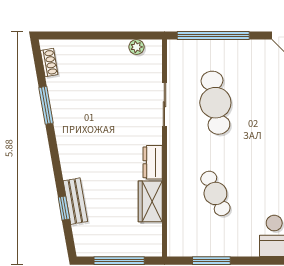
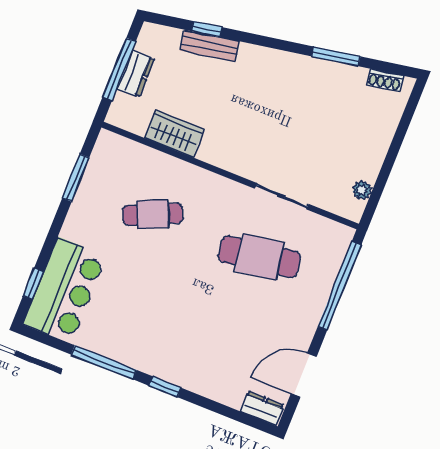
dresser: (153, 162) -> (136, 74), moved, turned 90

